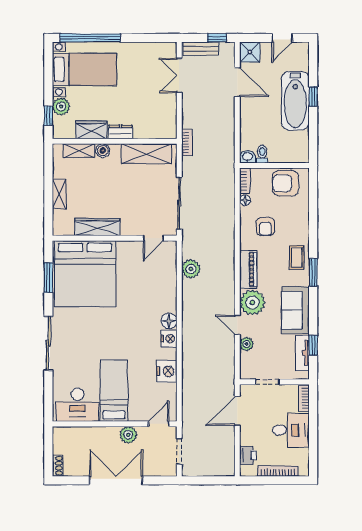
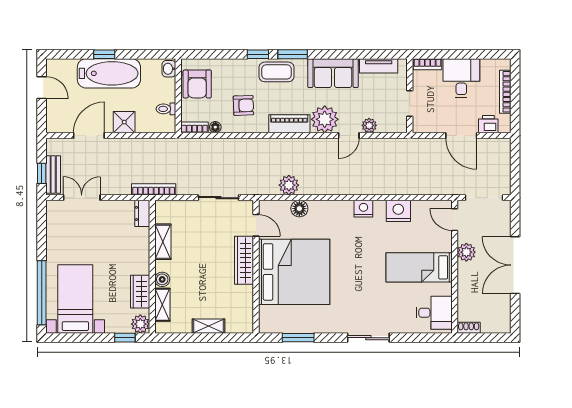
window: (217, 38) -> (42, 173), moved
shower: (250, 52) -> (124, 122), moved
double door: (179, 75) -> (82, 198), swing flipped
plant: (61, 106) -> (140, 324), moved
dresser: (120, 132) -> (142, 213), moved
bookcase: (187, 143) -> (154, 189), width x1.56
shelving: (146, 154) -> (163, 242), width x0.67, depth x0.75
washbasin: (248, 157) -> (169, 69), moved
sliding door: (179, 203) -> (218, 198), width x0.73
wardrobe: (97, 227) -> (244, 260), moved
coffee table: (297, 257) -> (276, 72), width x1.36, depth x1.30
bed: (85, 274) -> (294, 272), moved
floor lamp: (169, 321) -> (299, 209), moved
sliding door: (48, 343) -> (368, 338), width x0.73
window: (313, 345) -> (258, 54), moved
desk: (77, 405) -> (434, 313), width x0.73
door: (237, 411) -> (461, 135), moved
doorway: (179, 451) -> (484, 198), width x1.38
shoe rack: (58, 466) -> (469, 328), moved

